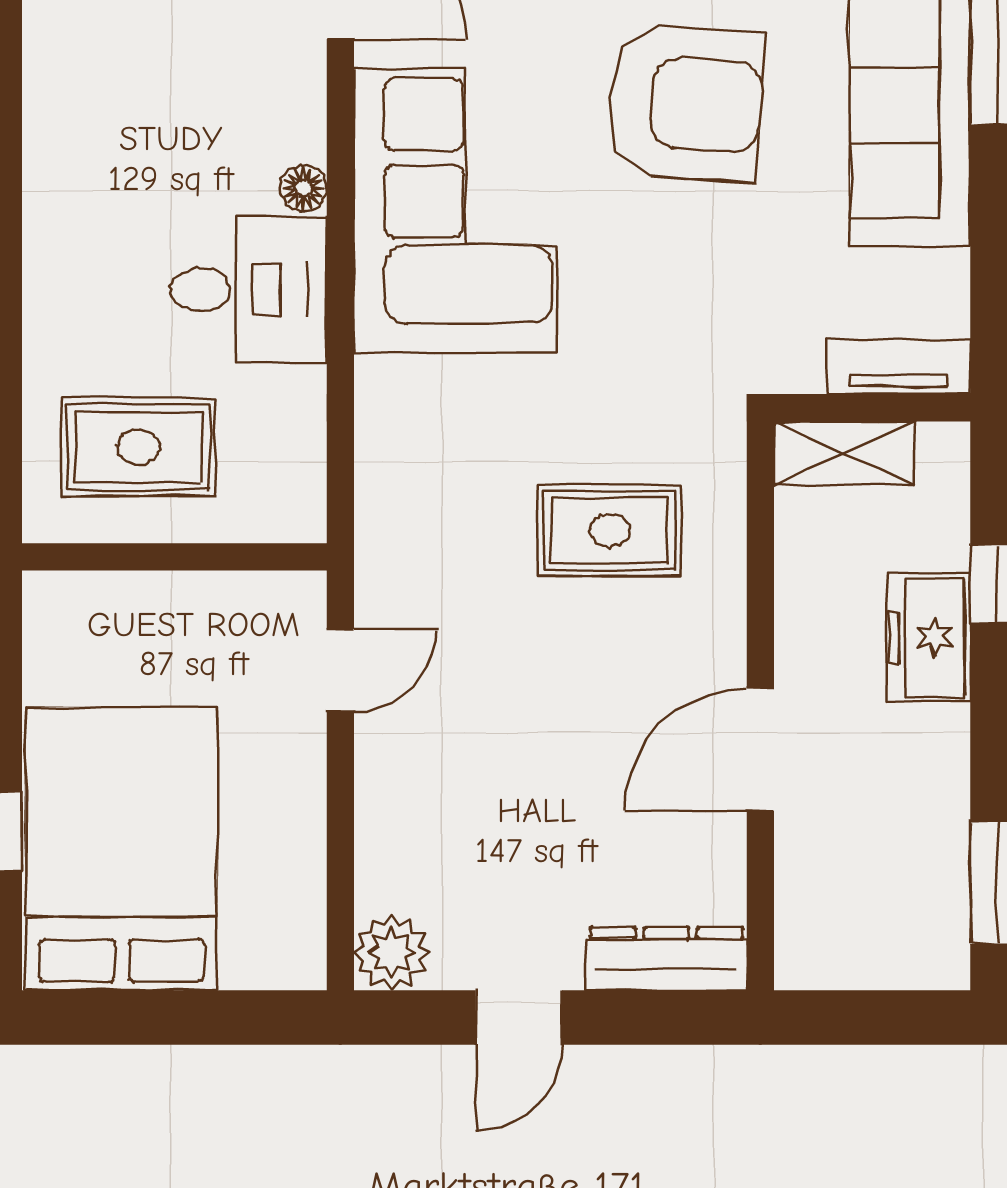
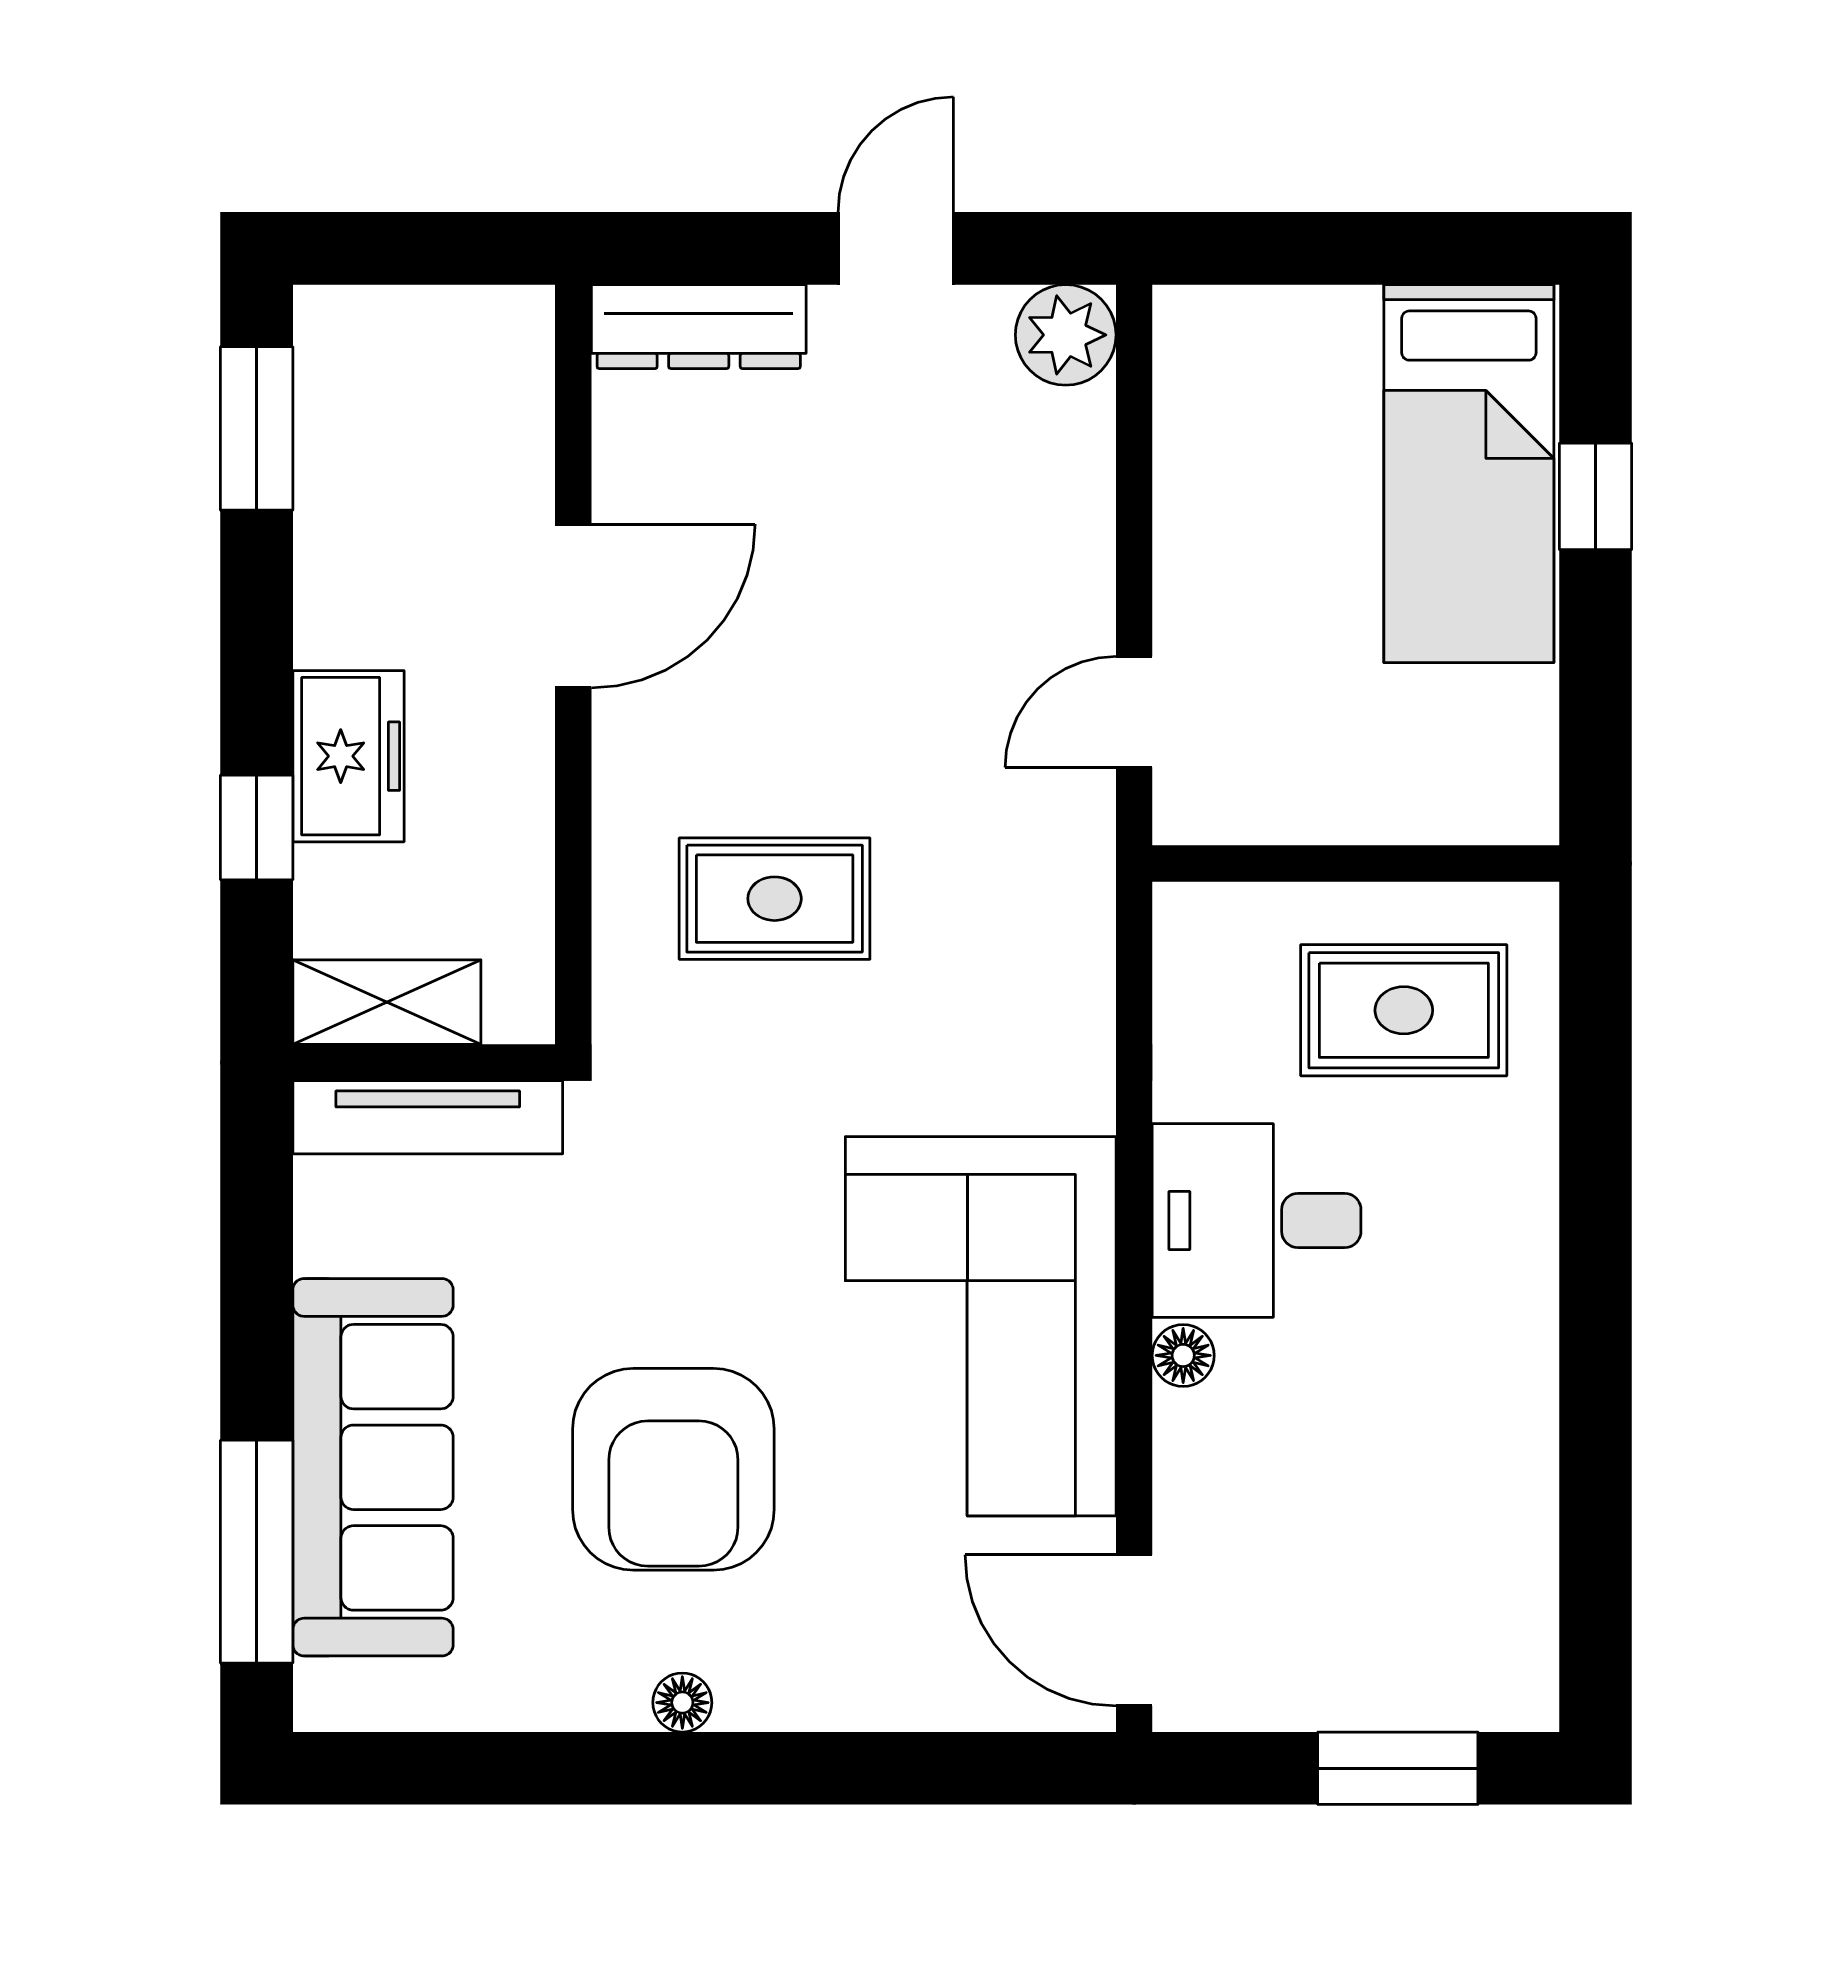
armchair: (685, 103) -> (673, 1469), turned -94
tv unit: (899, 367) -> (428, 1117), width x1.41
shelving: (844, 453) -> (387, 1002), moved
bed: (121, 849) -> (1469, 474), width x0.67

